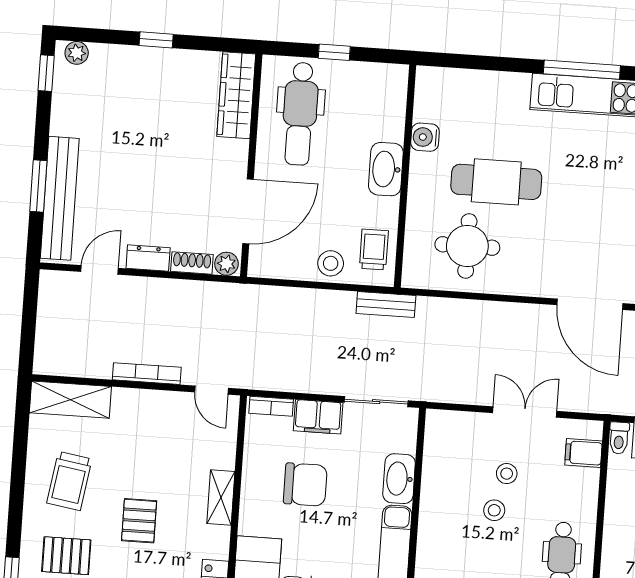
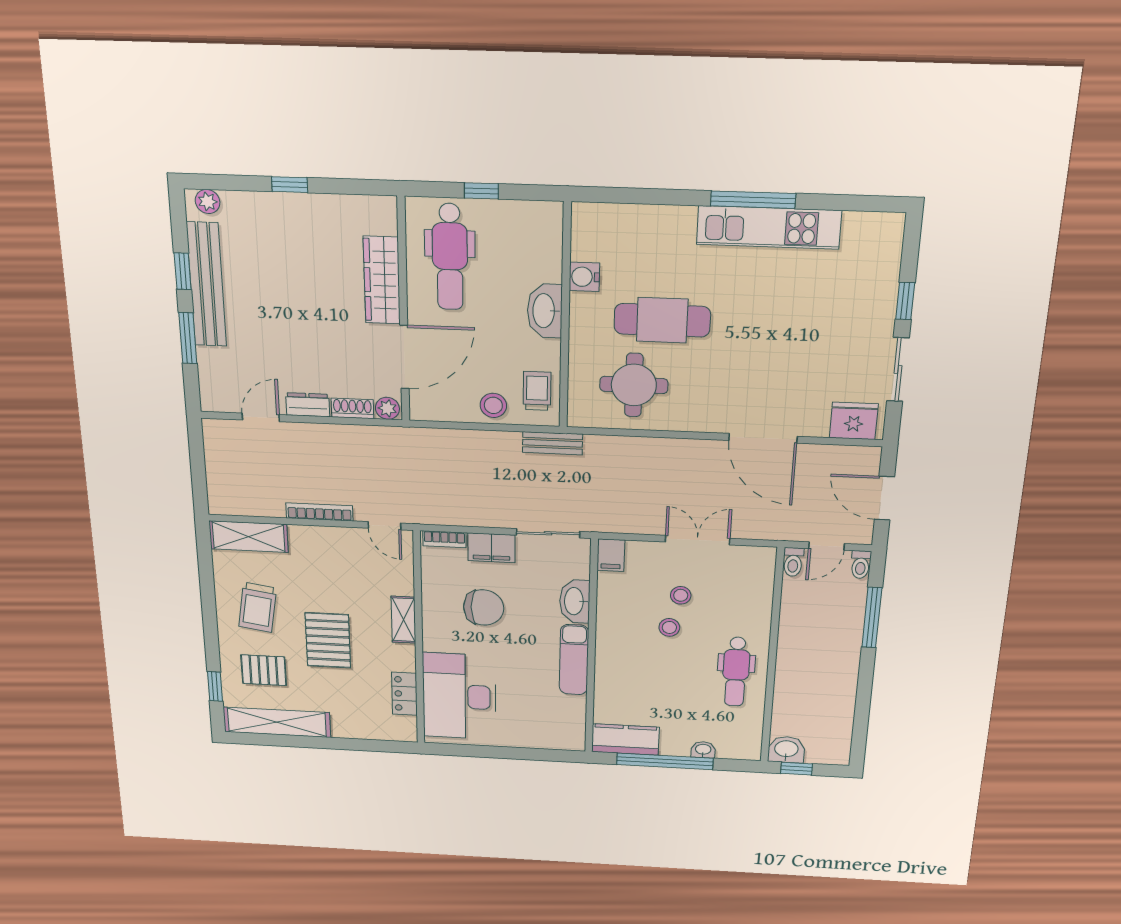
window: (46, 73) -> (183, 271), moved
wardrobe: (236, 95) -> (382, 280), moved
bench: (60, 198) -> (207, 285), moved
filing cabinet: (584, 453) -> (611, 555), moved, turned -90
pallet: (139, 521) -> (328, 640), width x1.50, depth x1.42

